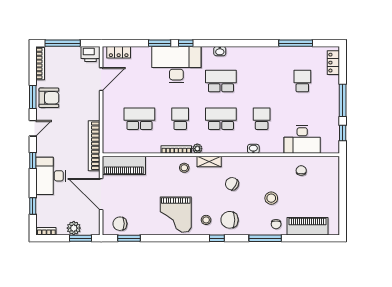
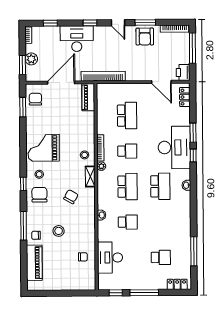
piano: (124, 165) -> (88, 97), width x0.73, depth x0.75

